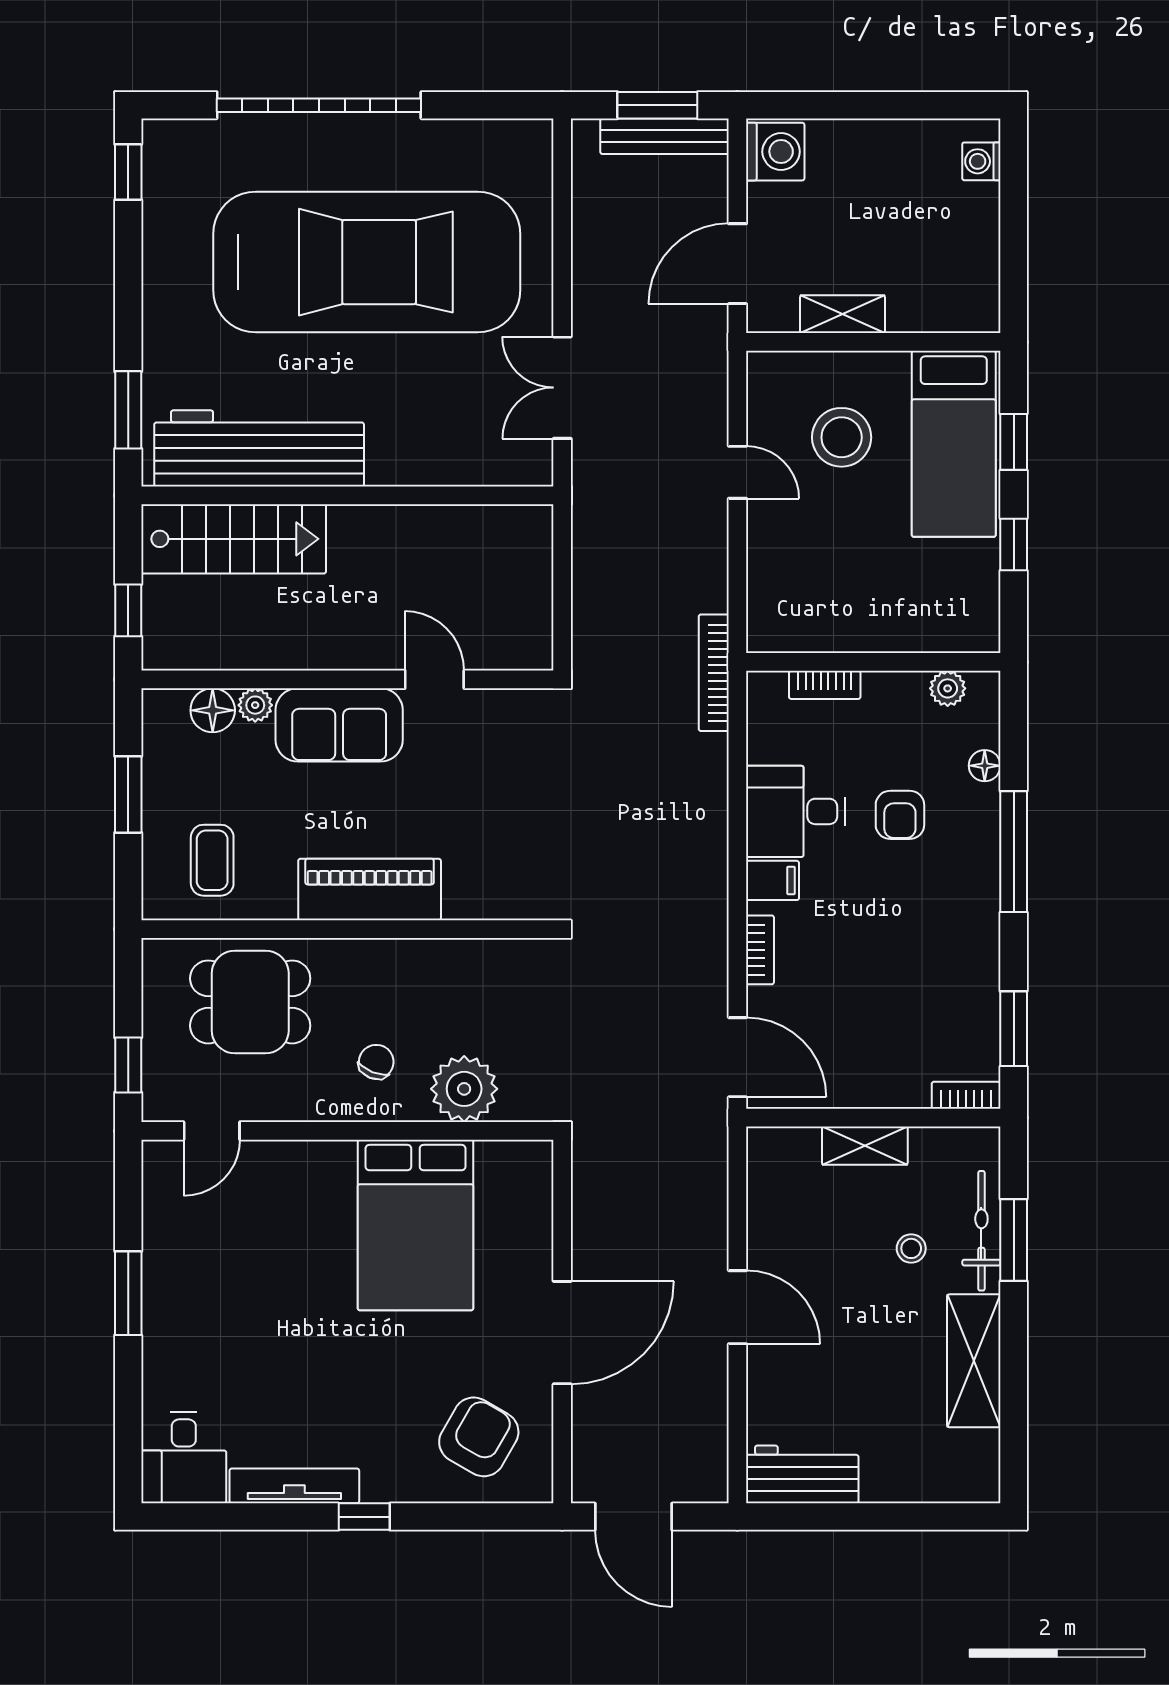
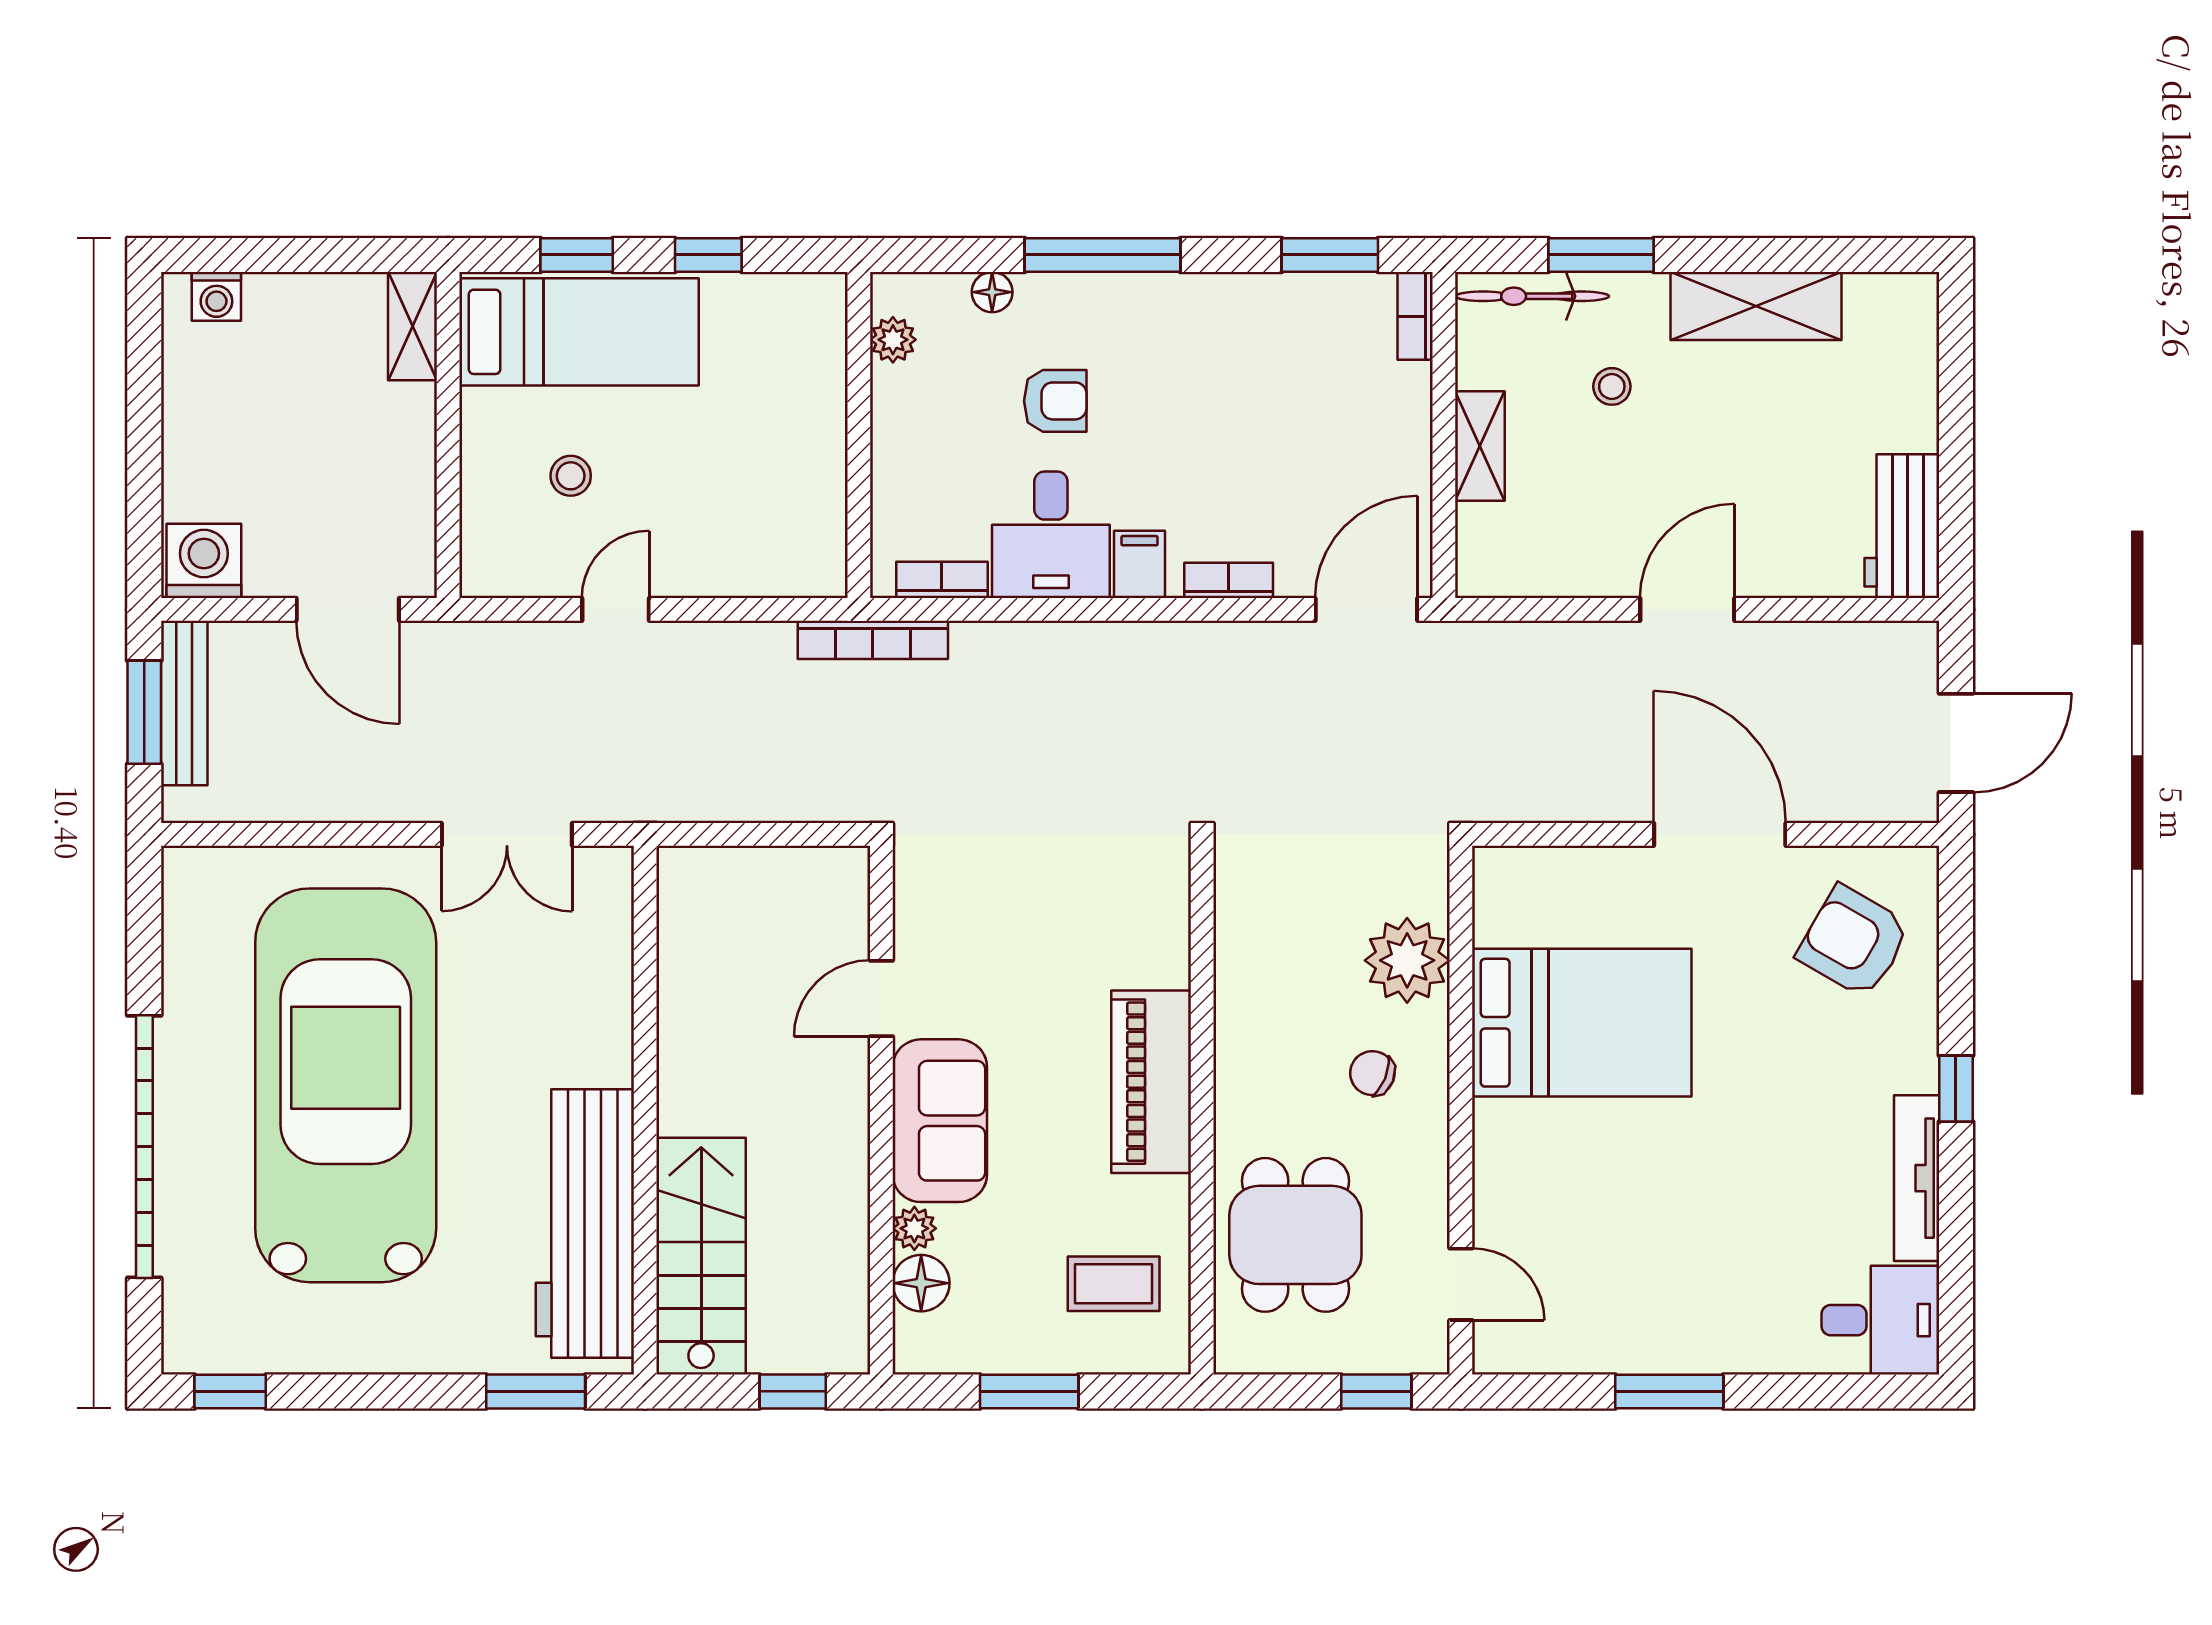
shelving: (842, 314) -> (412, 326), moved
stool: (842, 437) -> (571, 476), width x0.53, depth x0.53
bookcase: (825, 685) -> (942, 580), moved, turned -90
bicycle: (981, 1231) -> (1532, 296), moved

